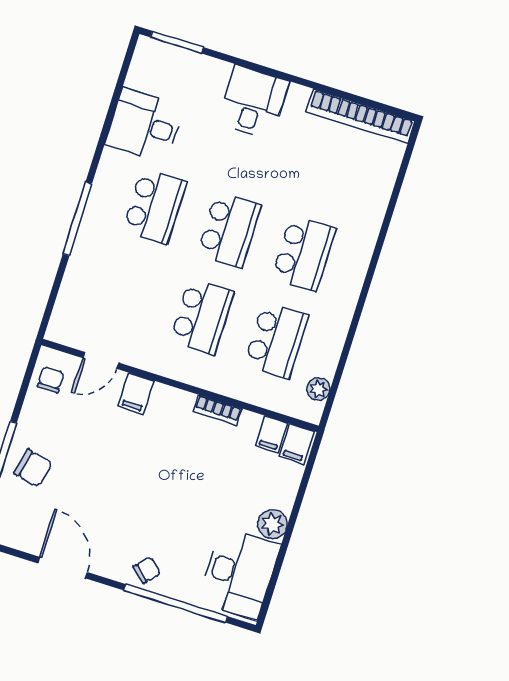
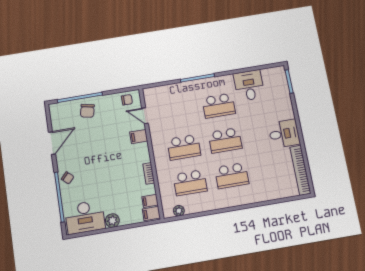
desk: (253, 102) -> (284, 134), moved

